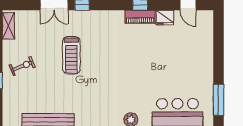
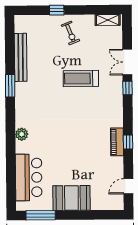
fridge: (165, 18) -> (117, 165), removed
booth: (200, 66) -> (71, 198), added

